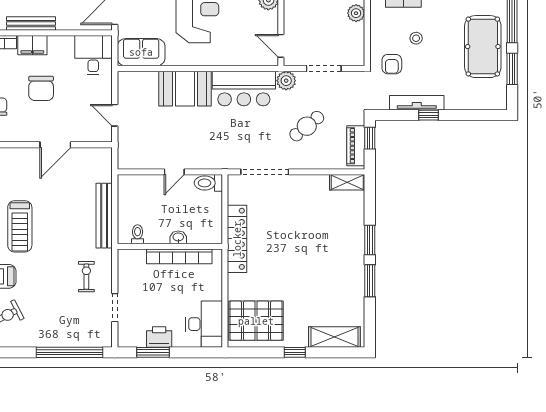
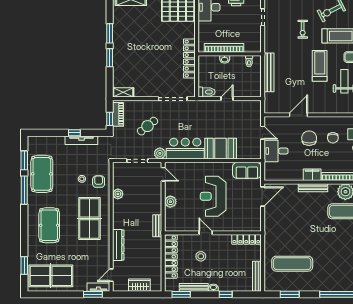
desk: (93, 55) -> (276, 151), moved, turned 90
armchair: (392, 64) -> (99, 182), moved
chair: (41, 88) -> (309, 138), moved
exercise bike: (86, 277) -> (303, 29), moved

